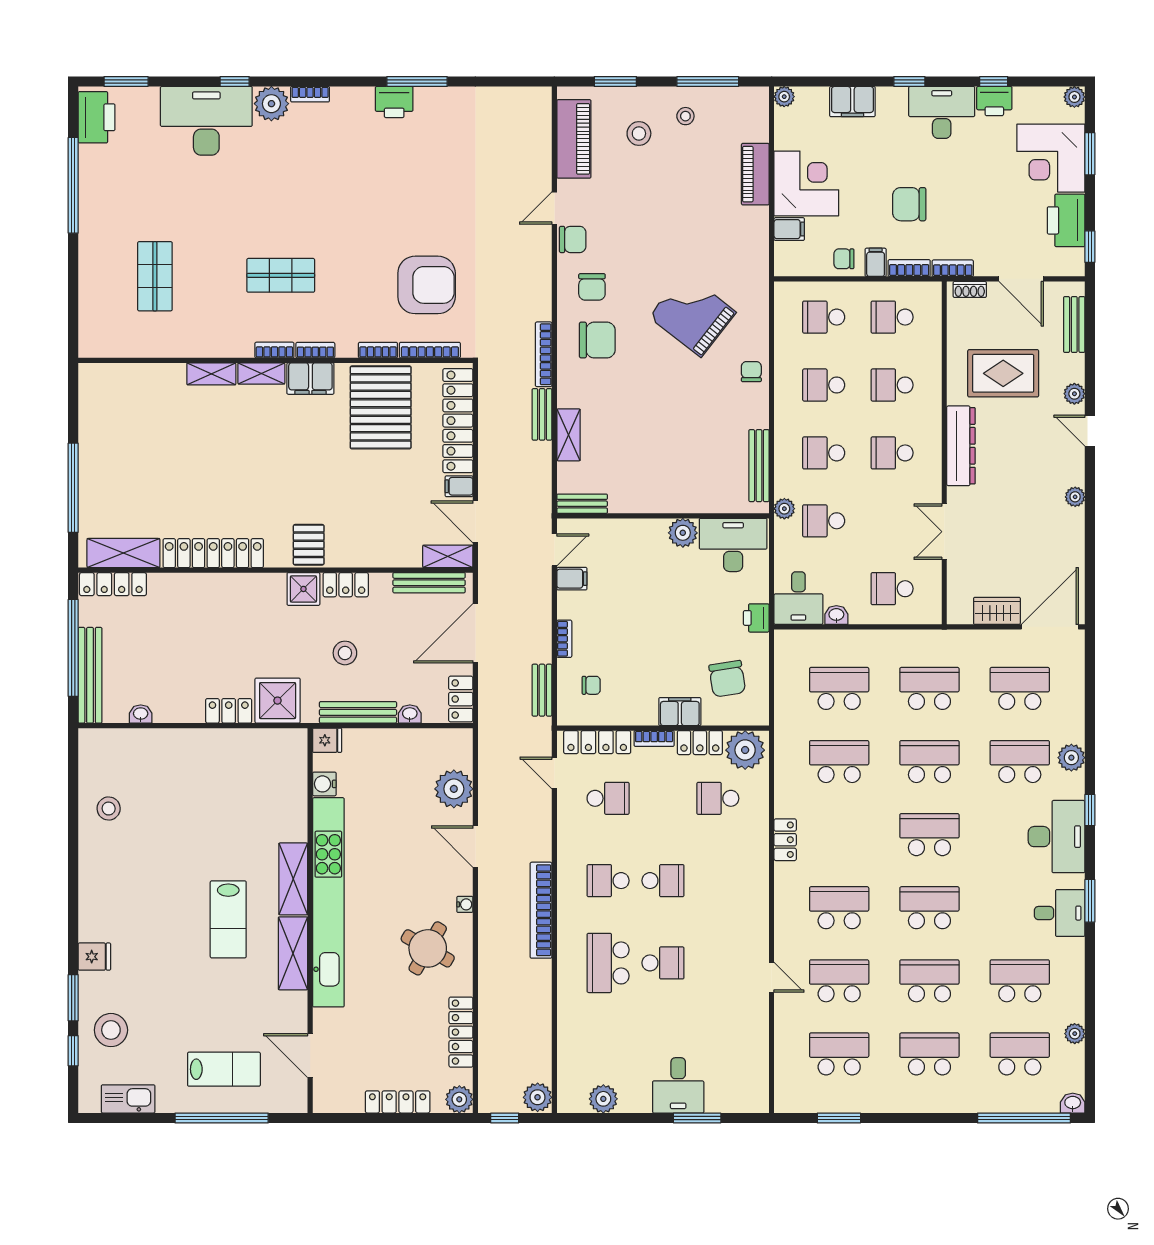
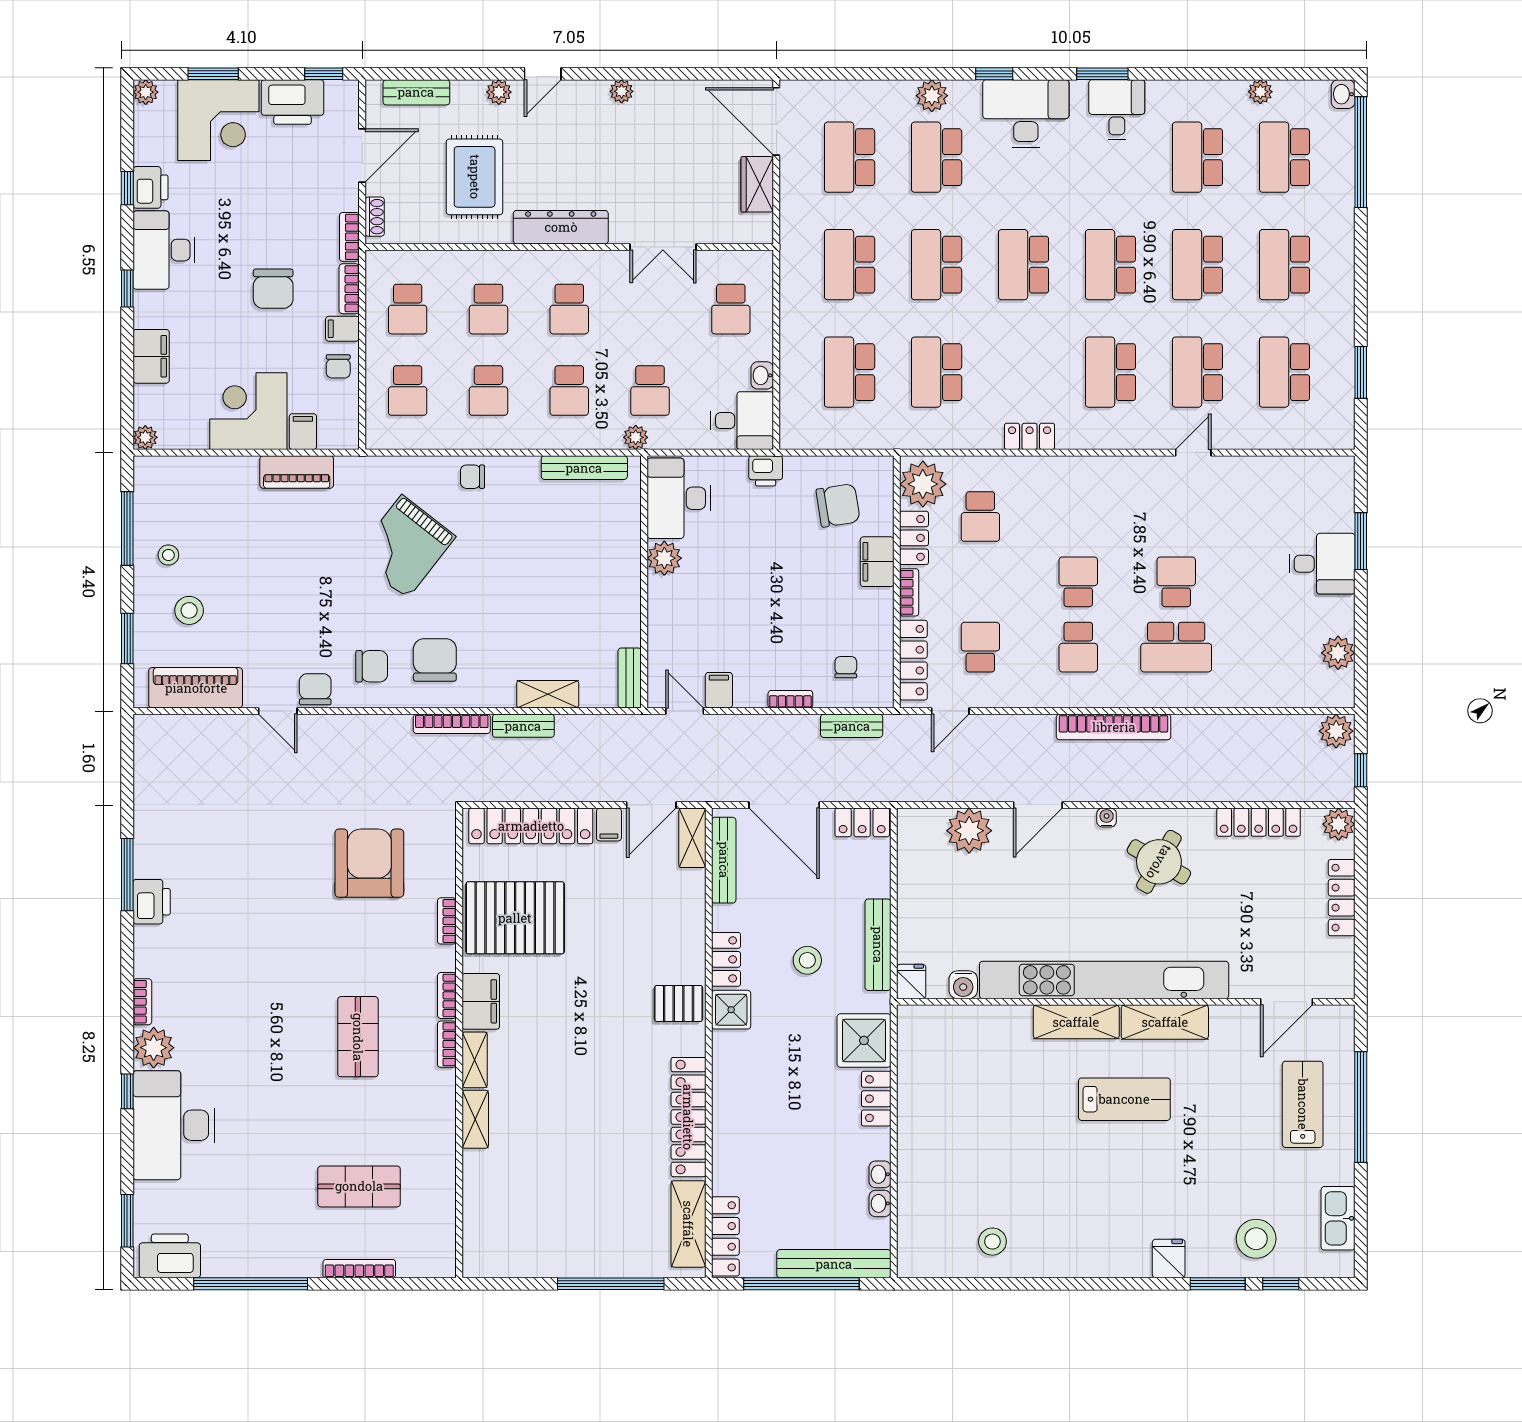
piano: (755, 174) -> (297, 472), moved
bookcase: (430, 350) -> (359, 1269), moved, turned 90
washbasin: (410, 714) -> (880, 1174), moved

